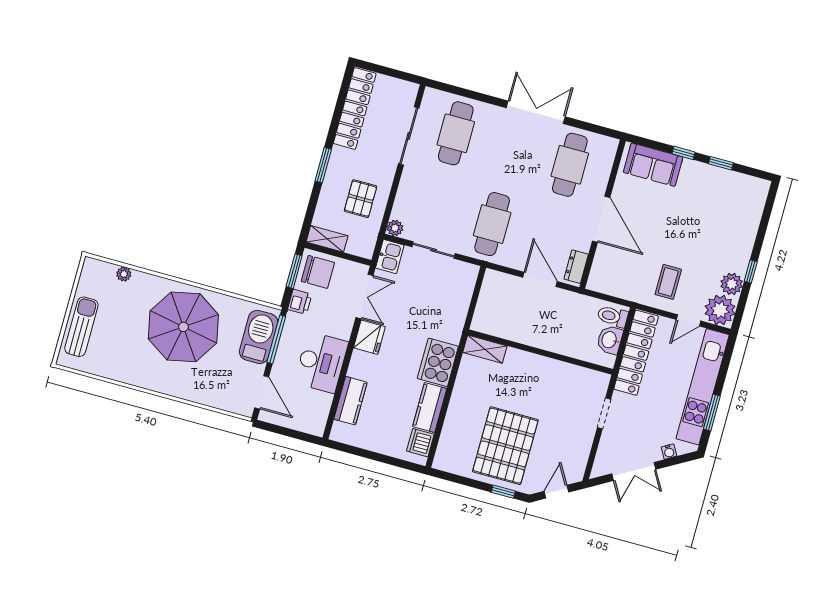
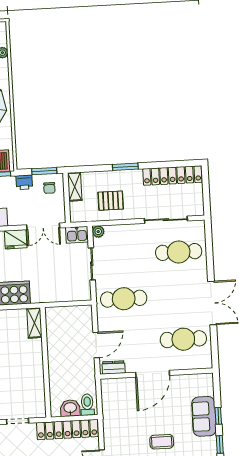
sofa: (653, 165) -> (204, 416), moved
chair: (318, 272) -> (49, 188), width x0.54, depth x0.54
coffee table: (668, 282) -> (162, 442), moved

